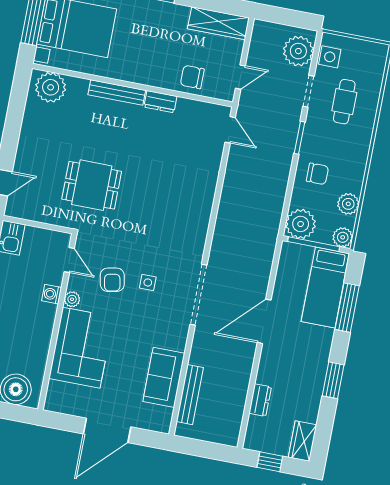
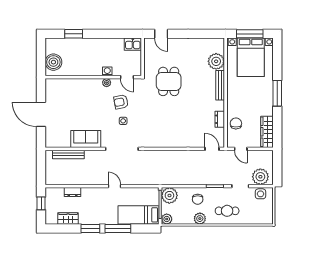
plant: (51, 87) -> (216, 61), moved
dresser: (160, 102) -> (220, 119), moved
cafe table: (344, 102) -> (227, 211), moved
door: (230, 130) -> (212, 149), swing flipped
plant: (348, 204) -> (200, 219), moved
door: (69, 260) -> (127, 77), hinge flipped
window: (347, 308) -> (118, 228), moved
door: (264, 321) -> (114, 186), width x0.53
corner sofa: (81, 348) -> (82, 92), removed
sofa: (164, 377) -> (86, 139), moved
wardrobe: (302, 441) -> (68, 218), moved

